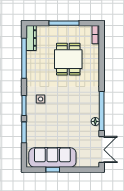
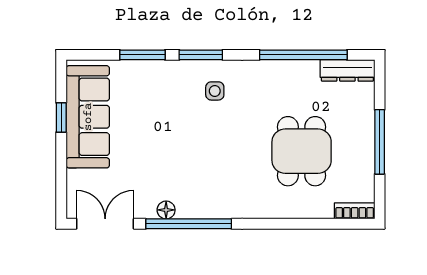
dining table: (68, 59) -> (302, 151), turned 90
double door: (102, 150) -> (105, 224), swing flipped

